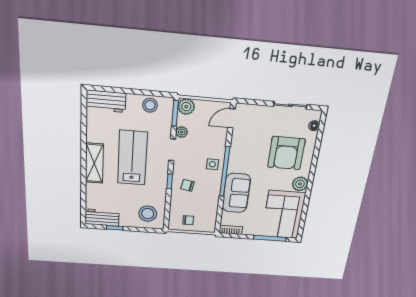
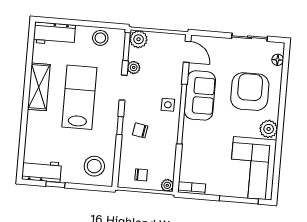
door: (231, 118) -> (187, 52), swing flipped
armchair: (286, 153) -> (250, 92), turned 180
shelving: (94, 163) -> (39, 87), moved
sofa: (236, 193) -> (200, 95), moved
plant: (210, 228) -> (167, 185), added

